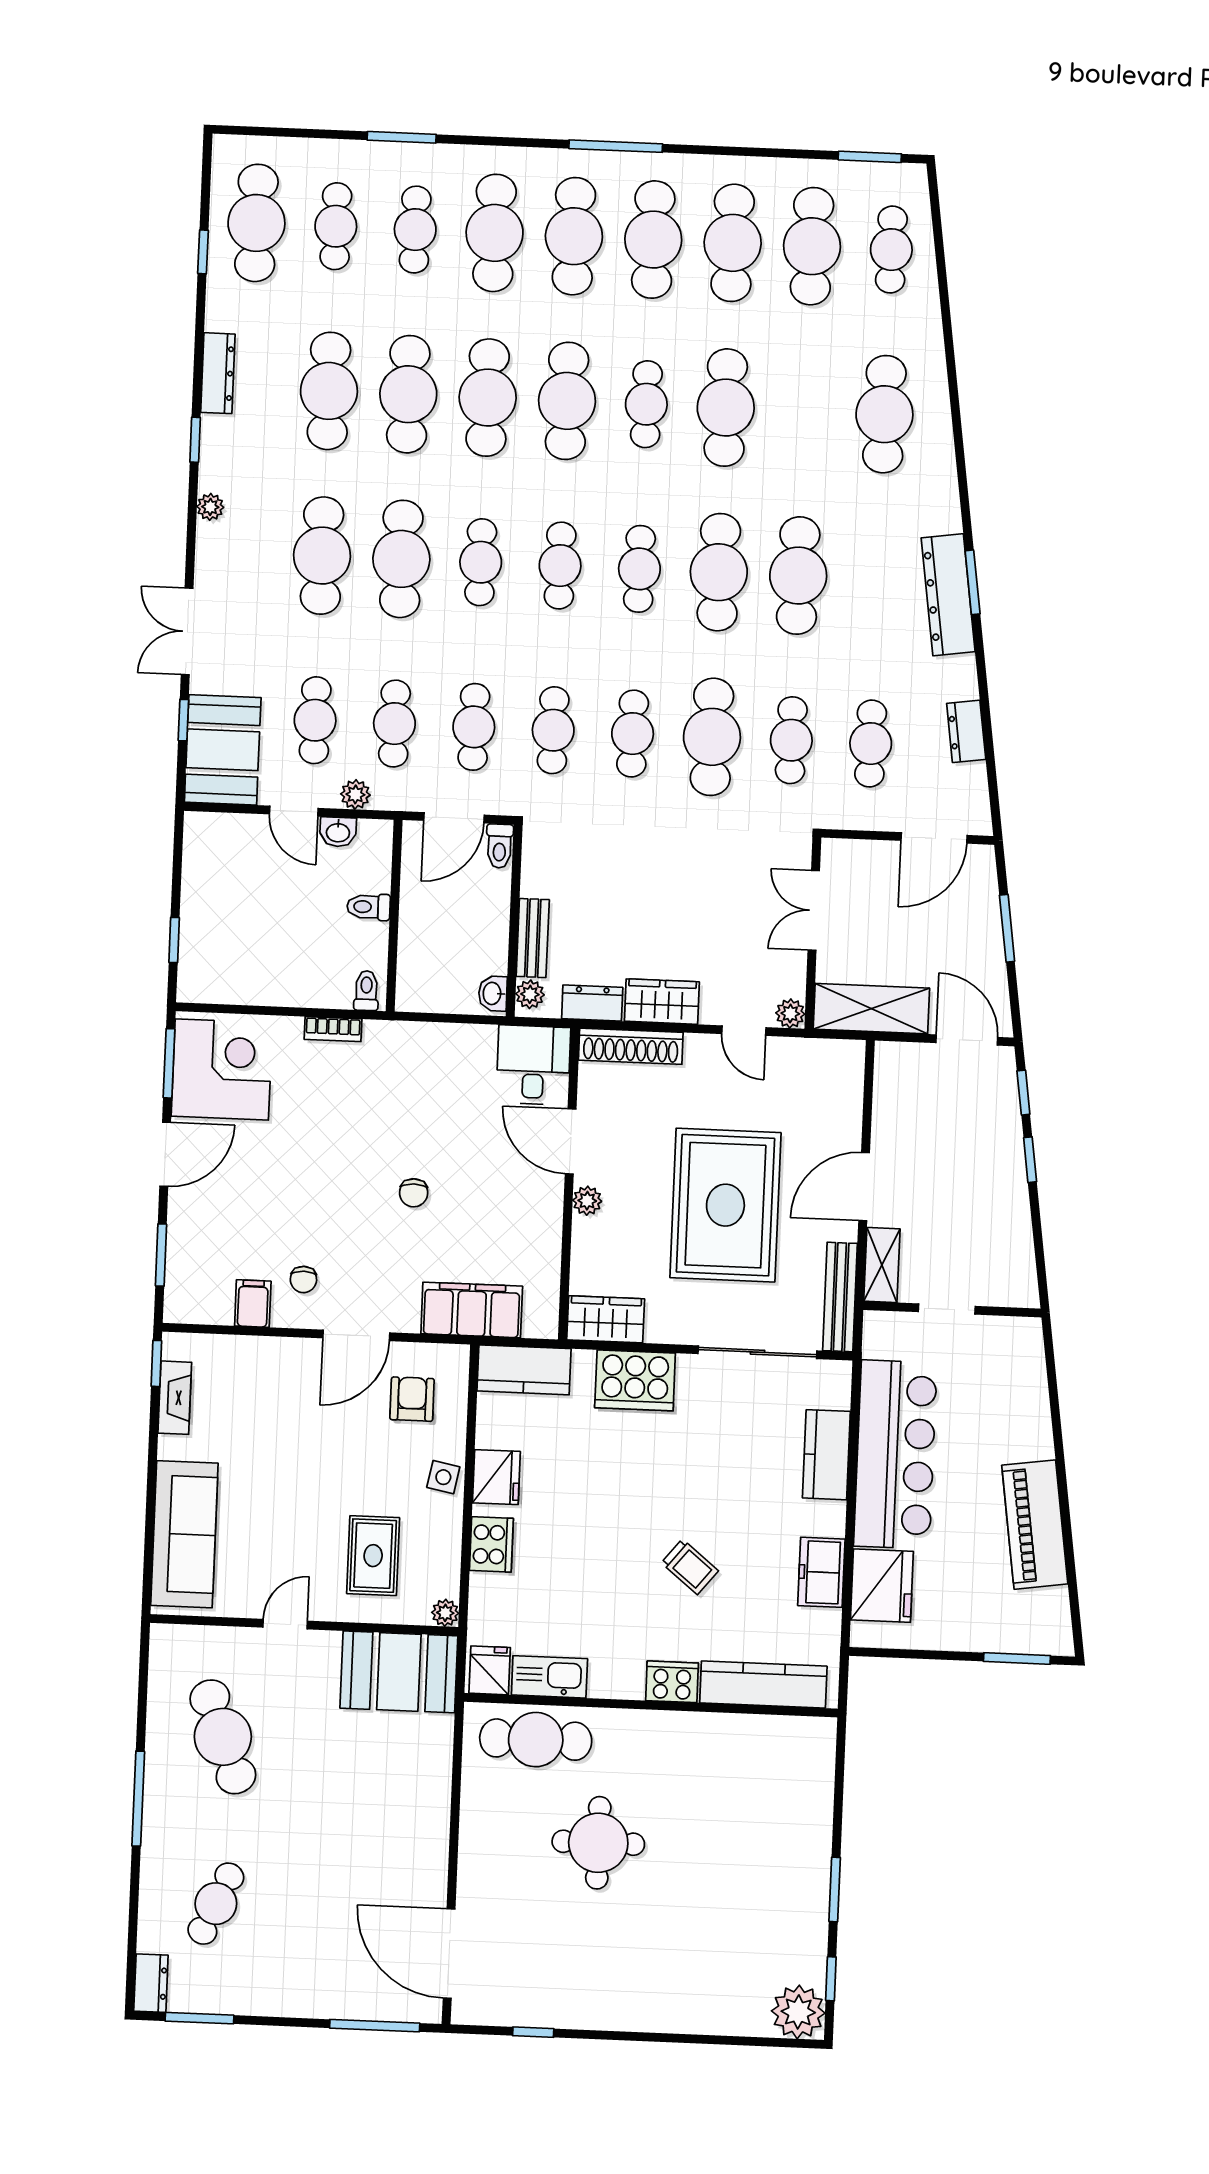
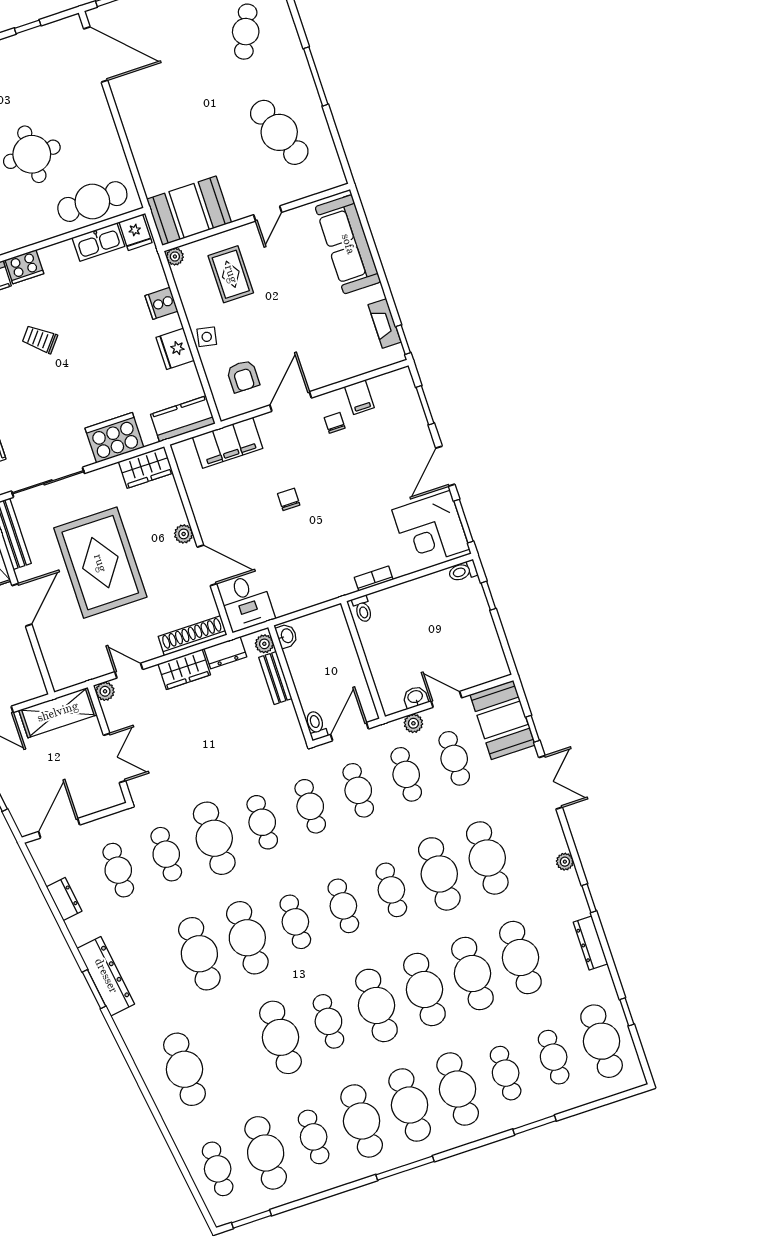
cafe table: (733, 243) -> (314, 1137), width x0.73, depth x0.74
toilet: (369, 907) -> (463, 571), moved, turned 180
cooker: (491, 1544) -> (161, 303), width x0.73

